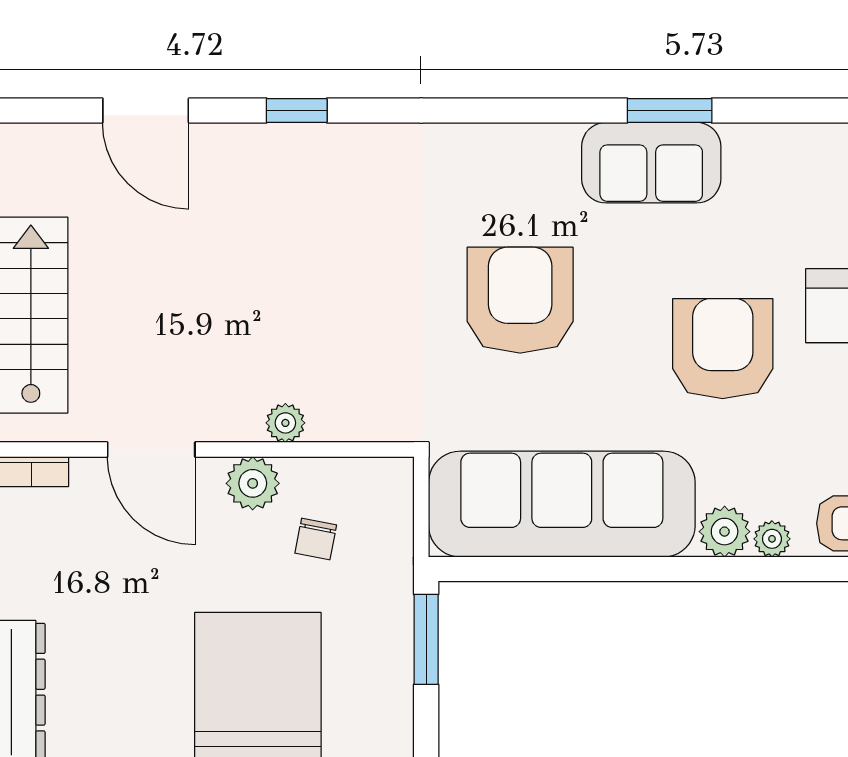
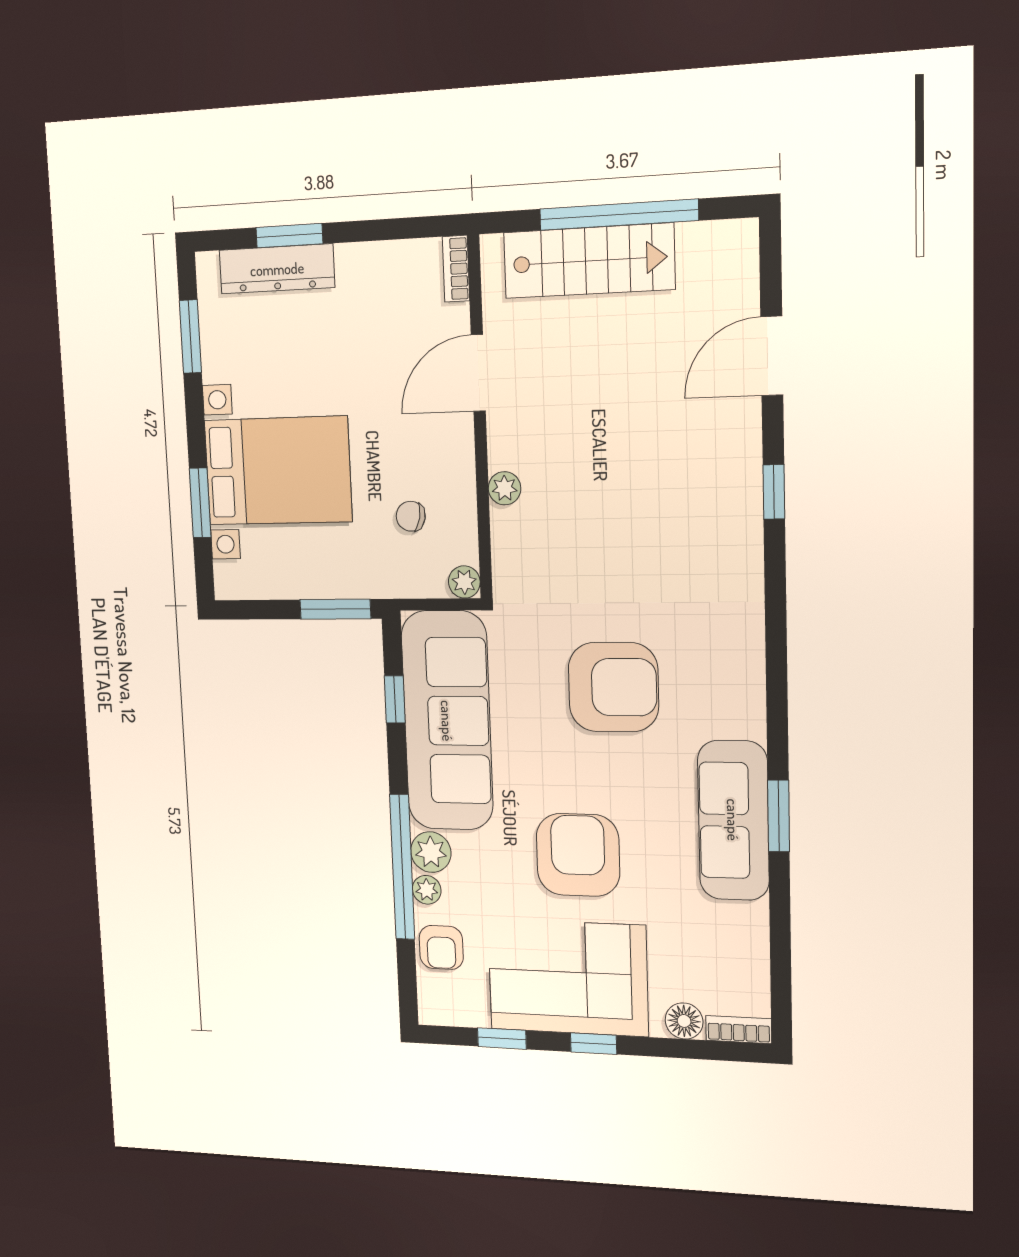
sofa: (651, 163) -> (733, 820), width x1.36
armchair: (723, 349) -> (578, 855), turned -90
plant: (253, 483) -> (464, 582), moved, width x0.73, depth x0.73
window: (536, 569) -> (395, 699), added
window: (744, 569) -> (402, 867), added

